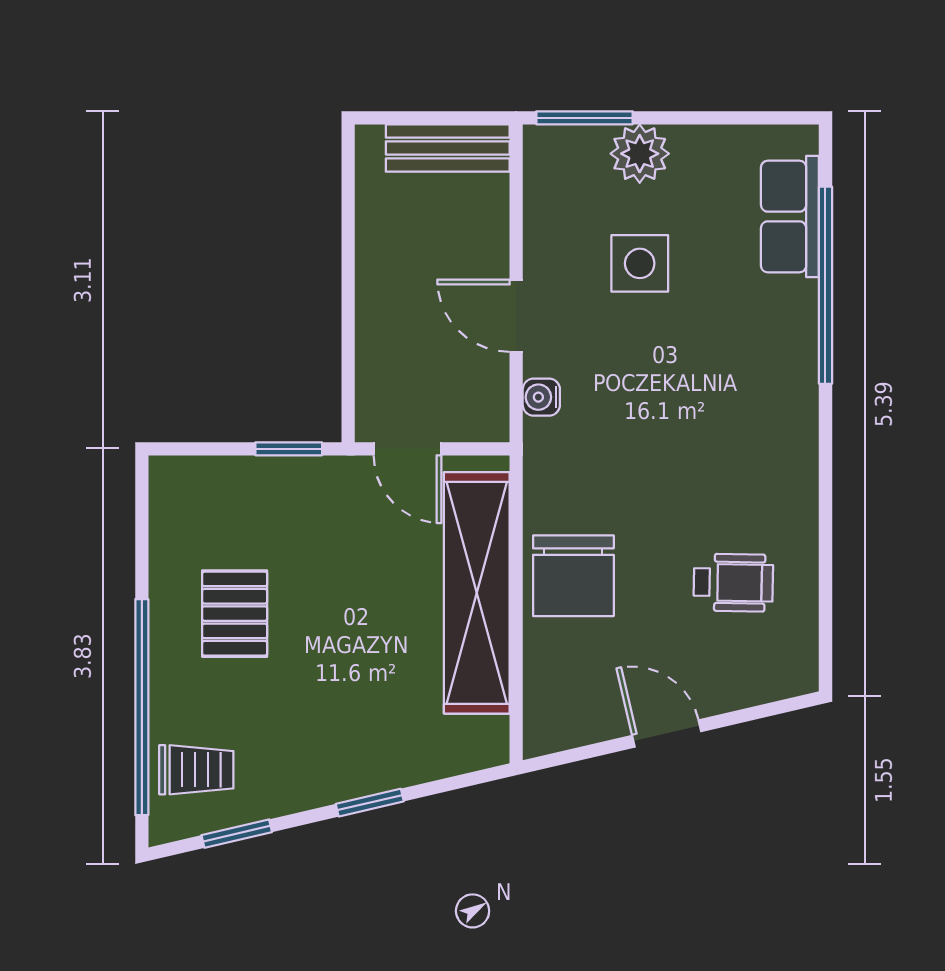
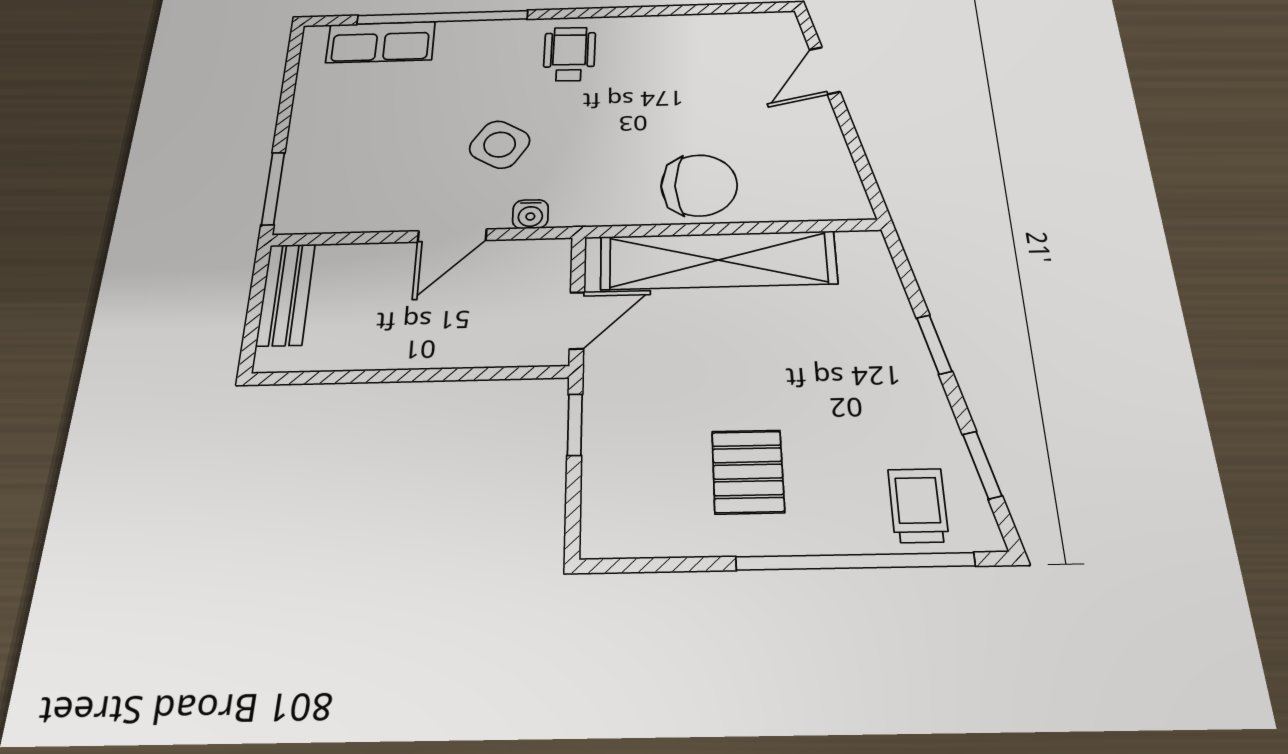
plant: (640, 154) -> (312, 147), removed
side table: (640, 263) -> (500, 145), moved, turned 32
wheelchair: (733, 583) -> (569, 54), moved
pallet: (235, 614) -> (748, 472), turned 90
door: (667, 733) -> (825, 71), moved

